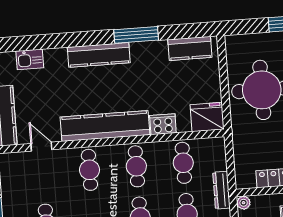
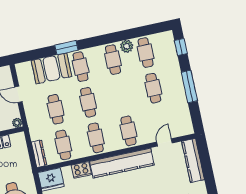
door: (41, 147) -> (164, 142), swing flipped
dresser: (221, 190) -> (39, 154), moved

